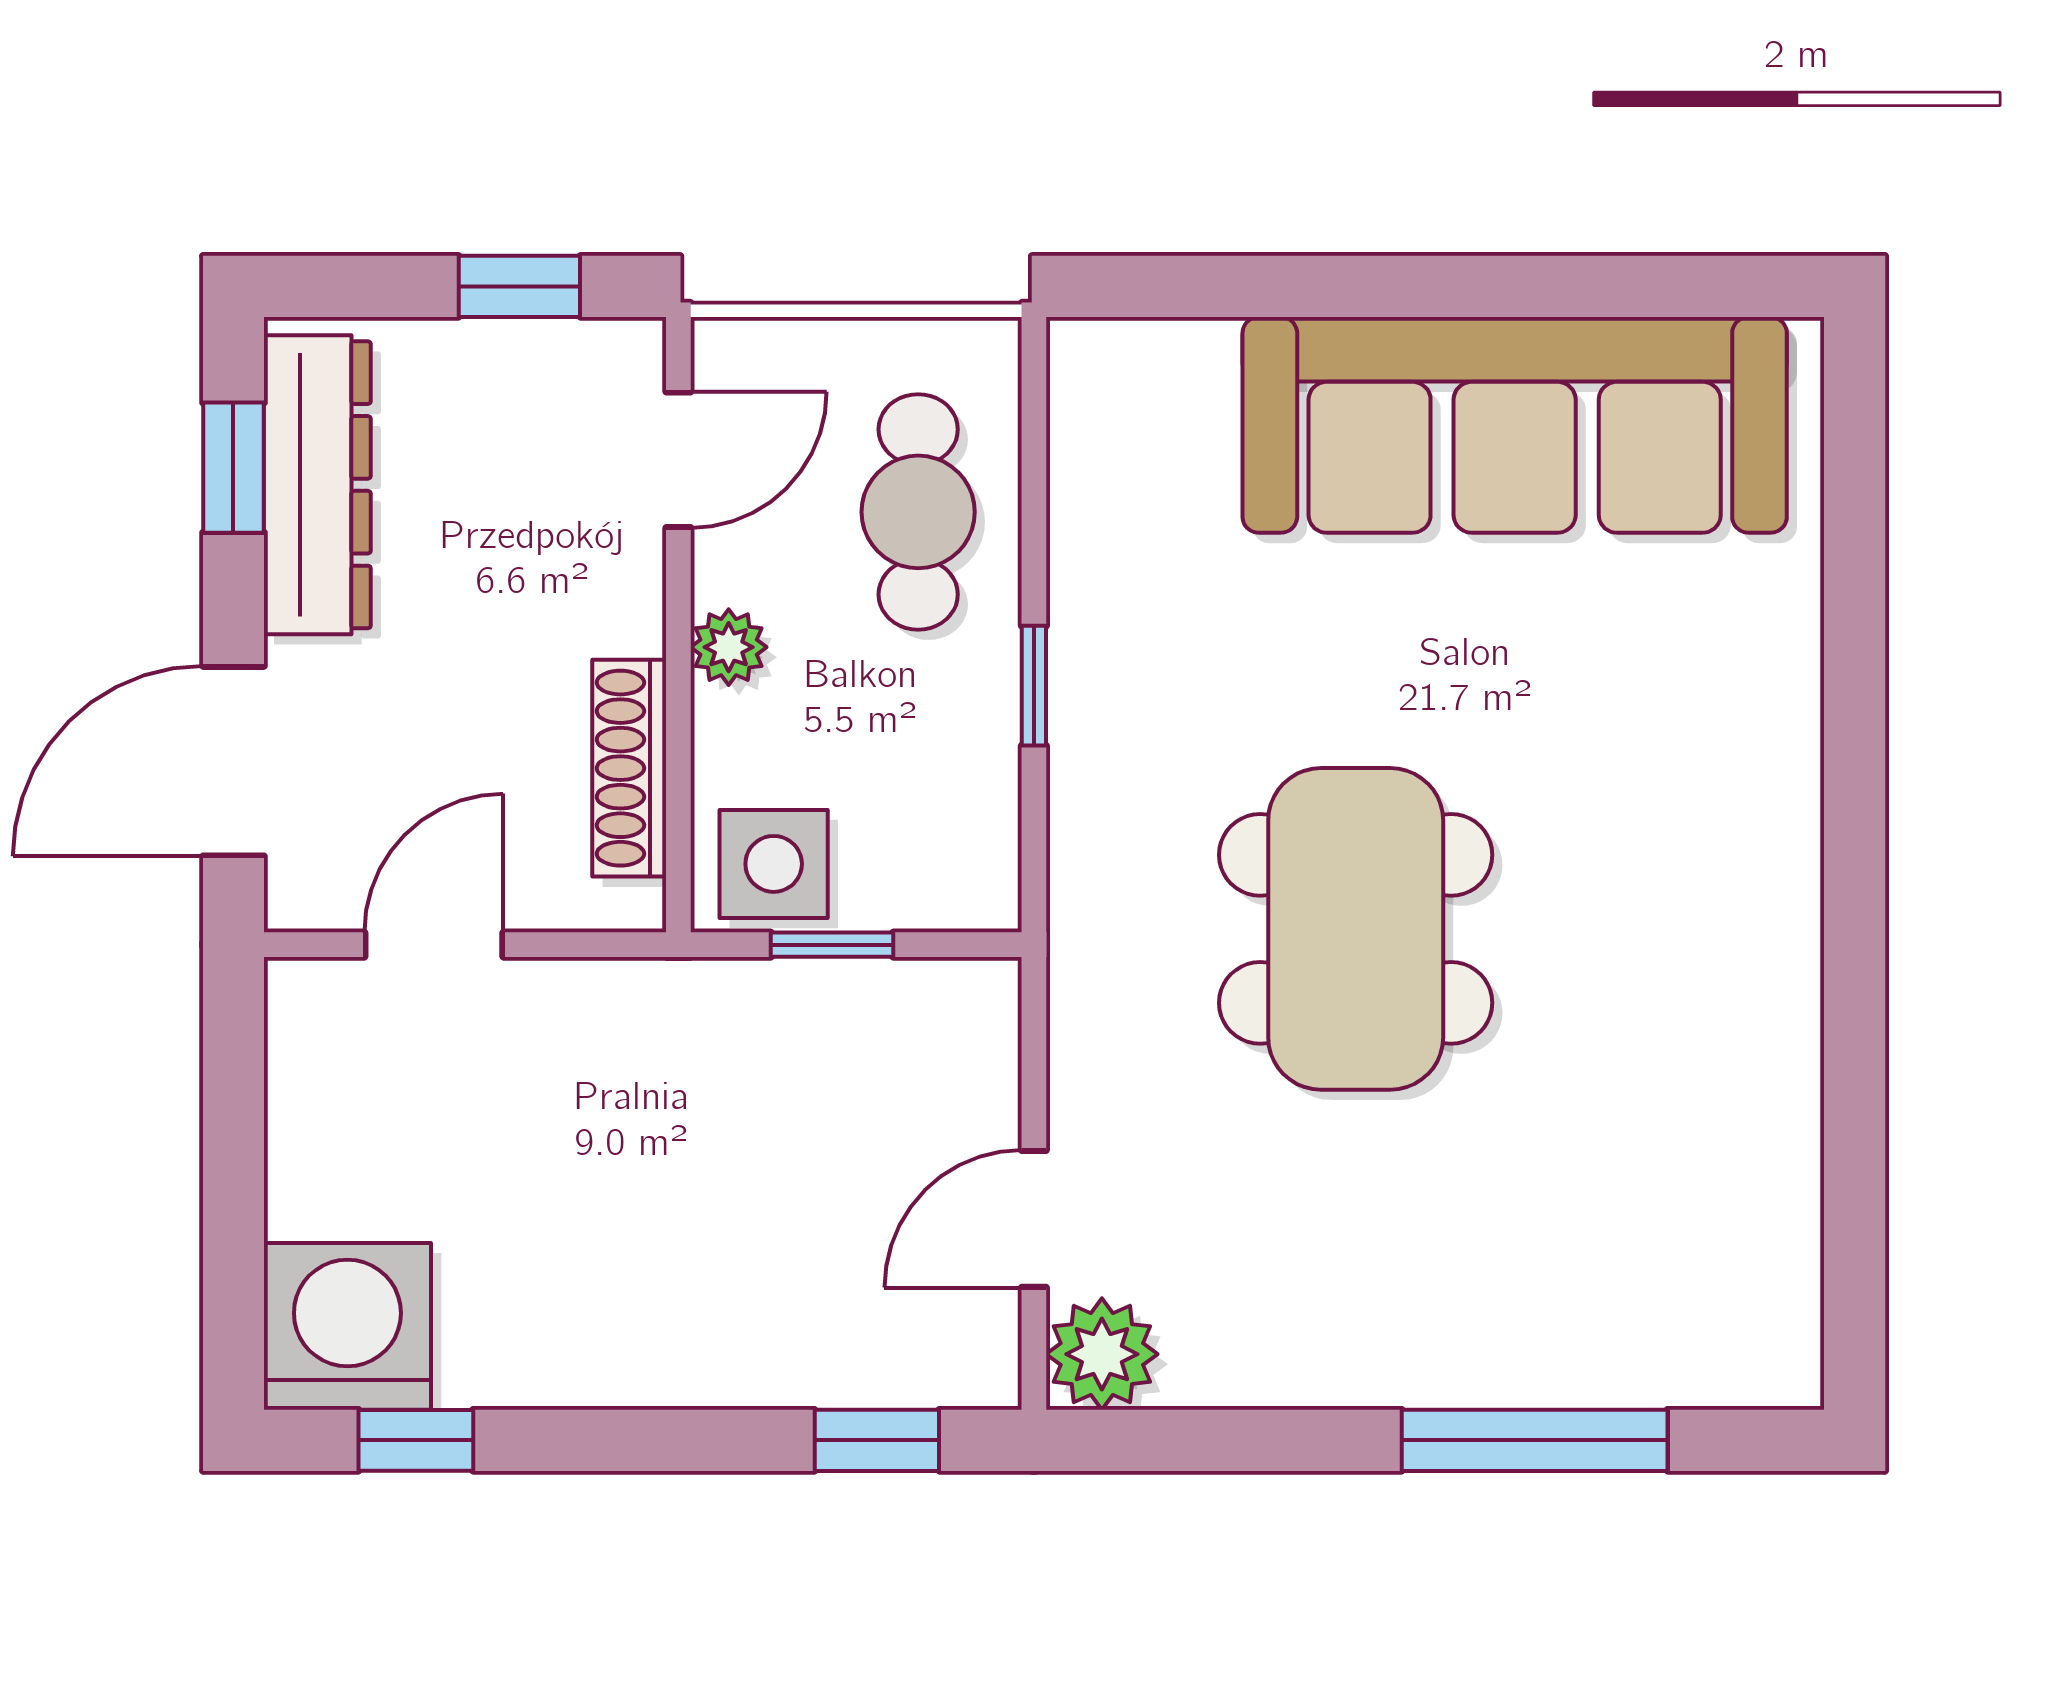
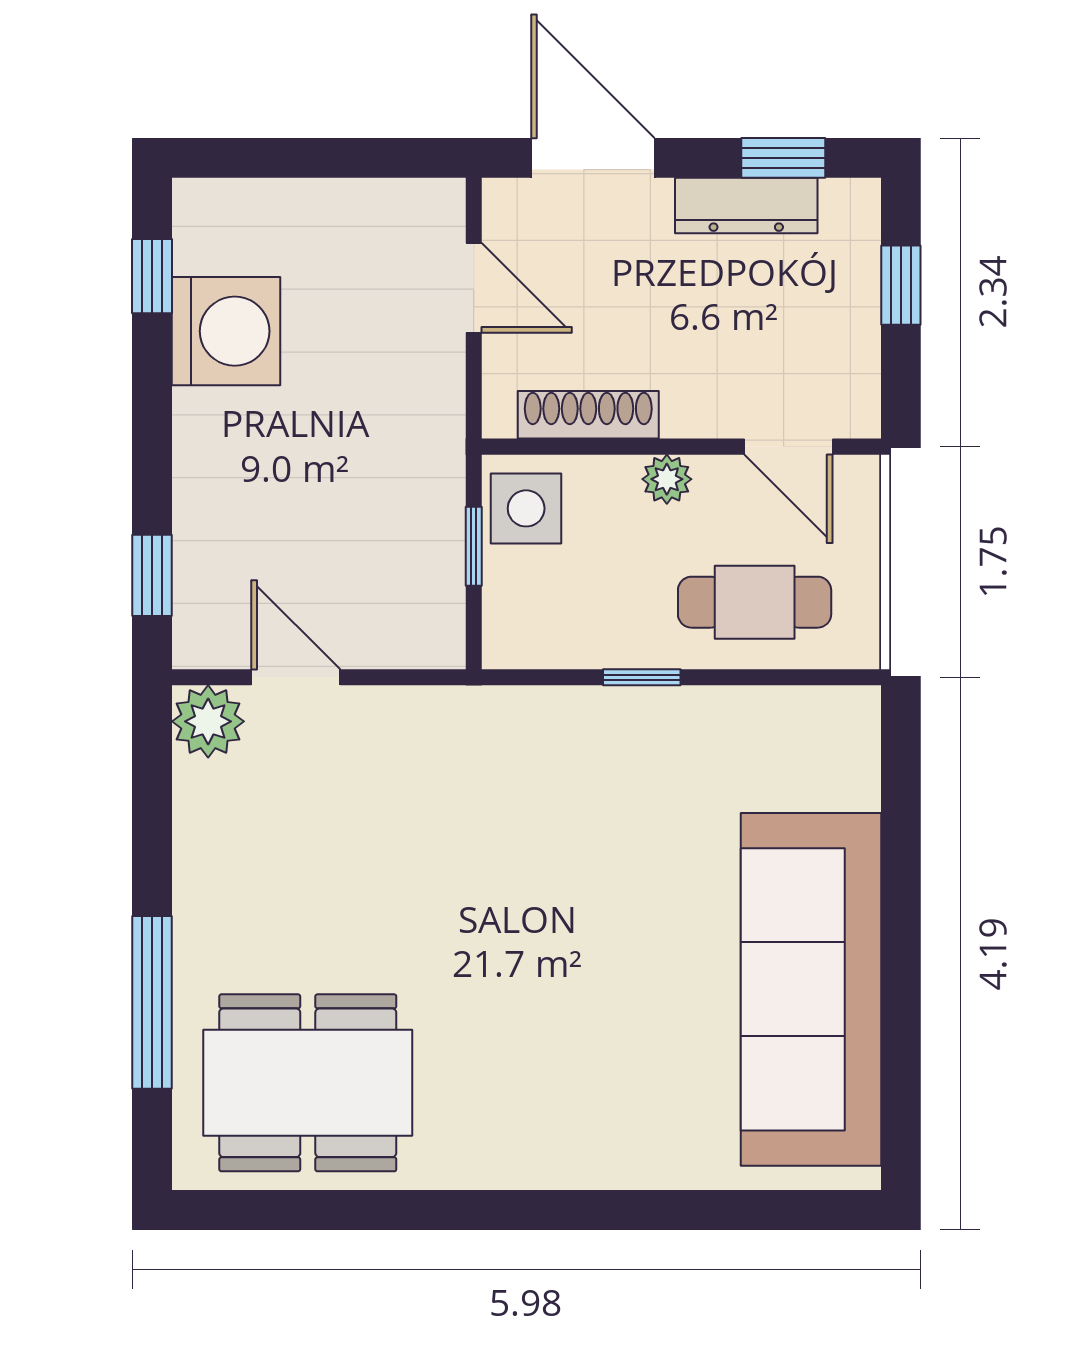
window: (519, 286) -> (901, 285), moved
dresser: (317, 485) -> (746, 205), width x0.73, depth x0.80
dining table: (1356, 929) -> (308, 1083), moved
washing machine: (347, 1326) -> (226, 331), moved

